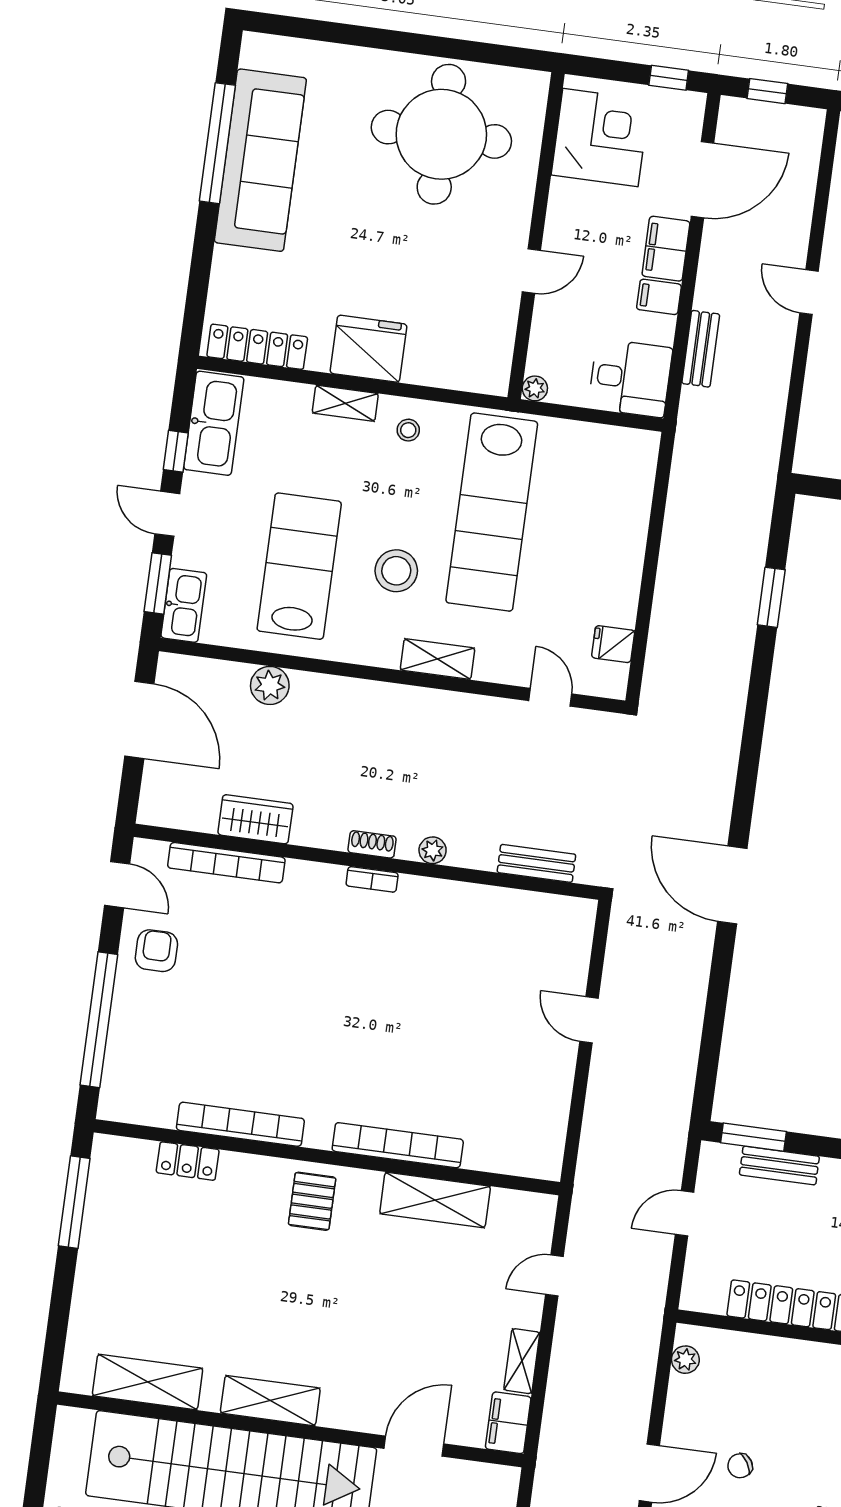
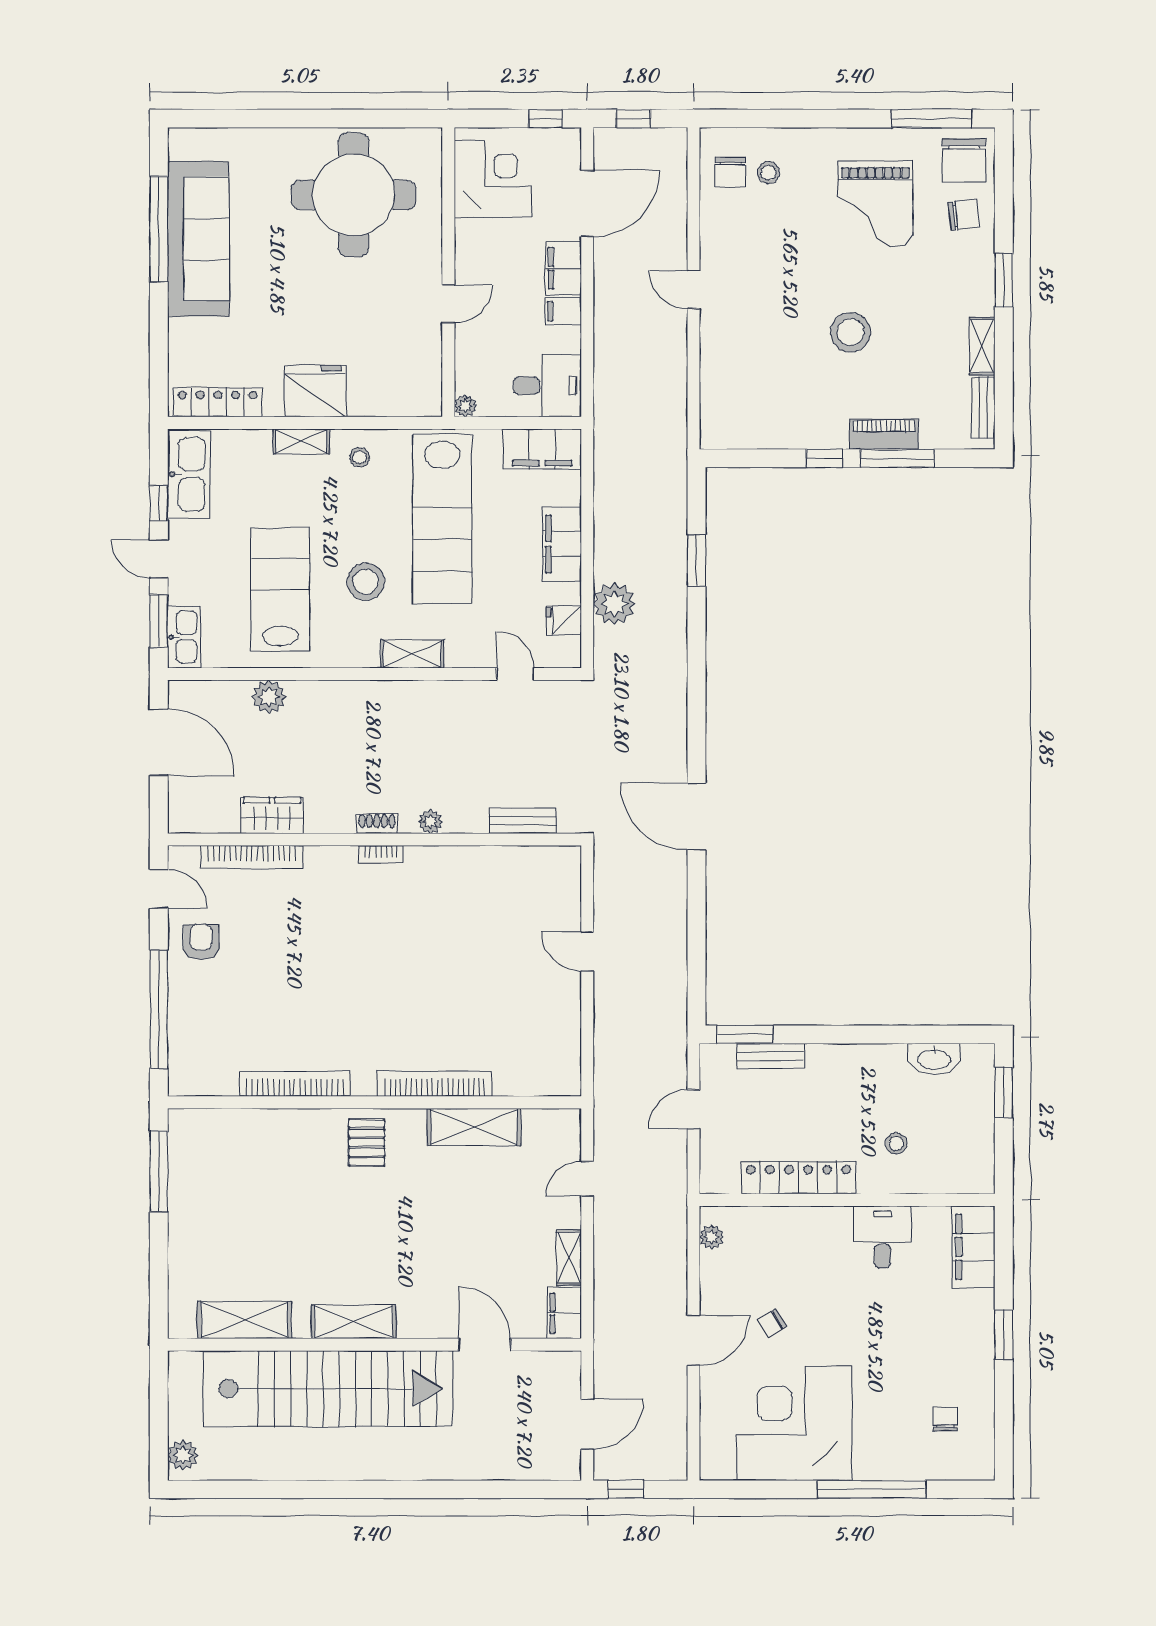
bench: (701, 349) -> (606, 352), removed
filing cabinet: (615, 449) -> (542, 449), added
filing cabinet: (622, 558) -> (562, 544), added
plant: (672, 633) -> (614, 604), added
locker: (188, 1161) -> (253, 1122), removed
door: (414, 1446) -> (485, 1345), hinge flipped

